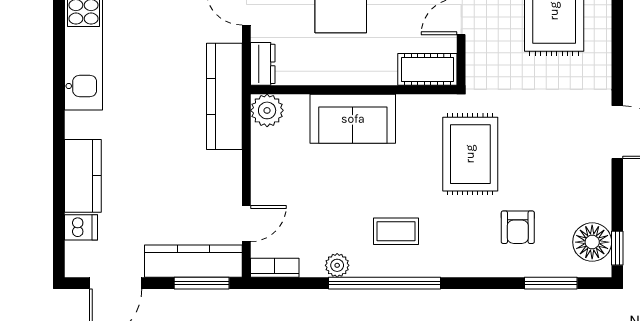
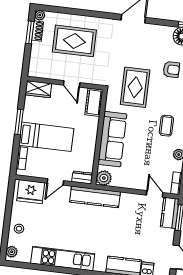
sofa: (353, 119) -> (112, 139), width x1.36
rug: (470, 154) -> (135, 87), turned 90
kitchen counter: (193, 261) -> (170, 213), width x0.67

